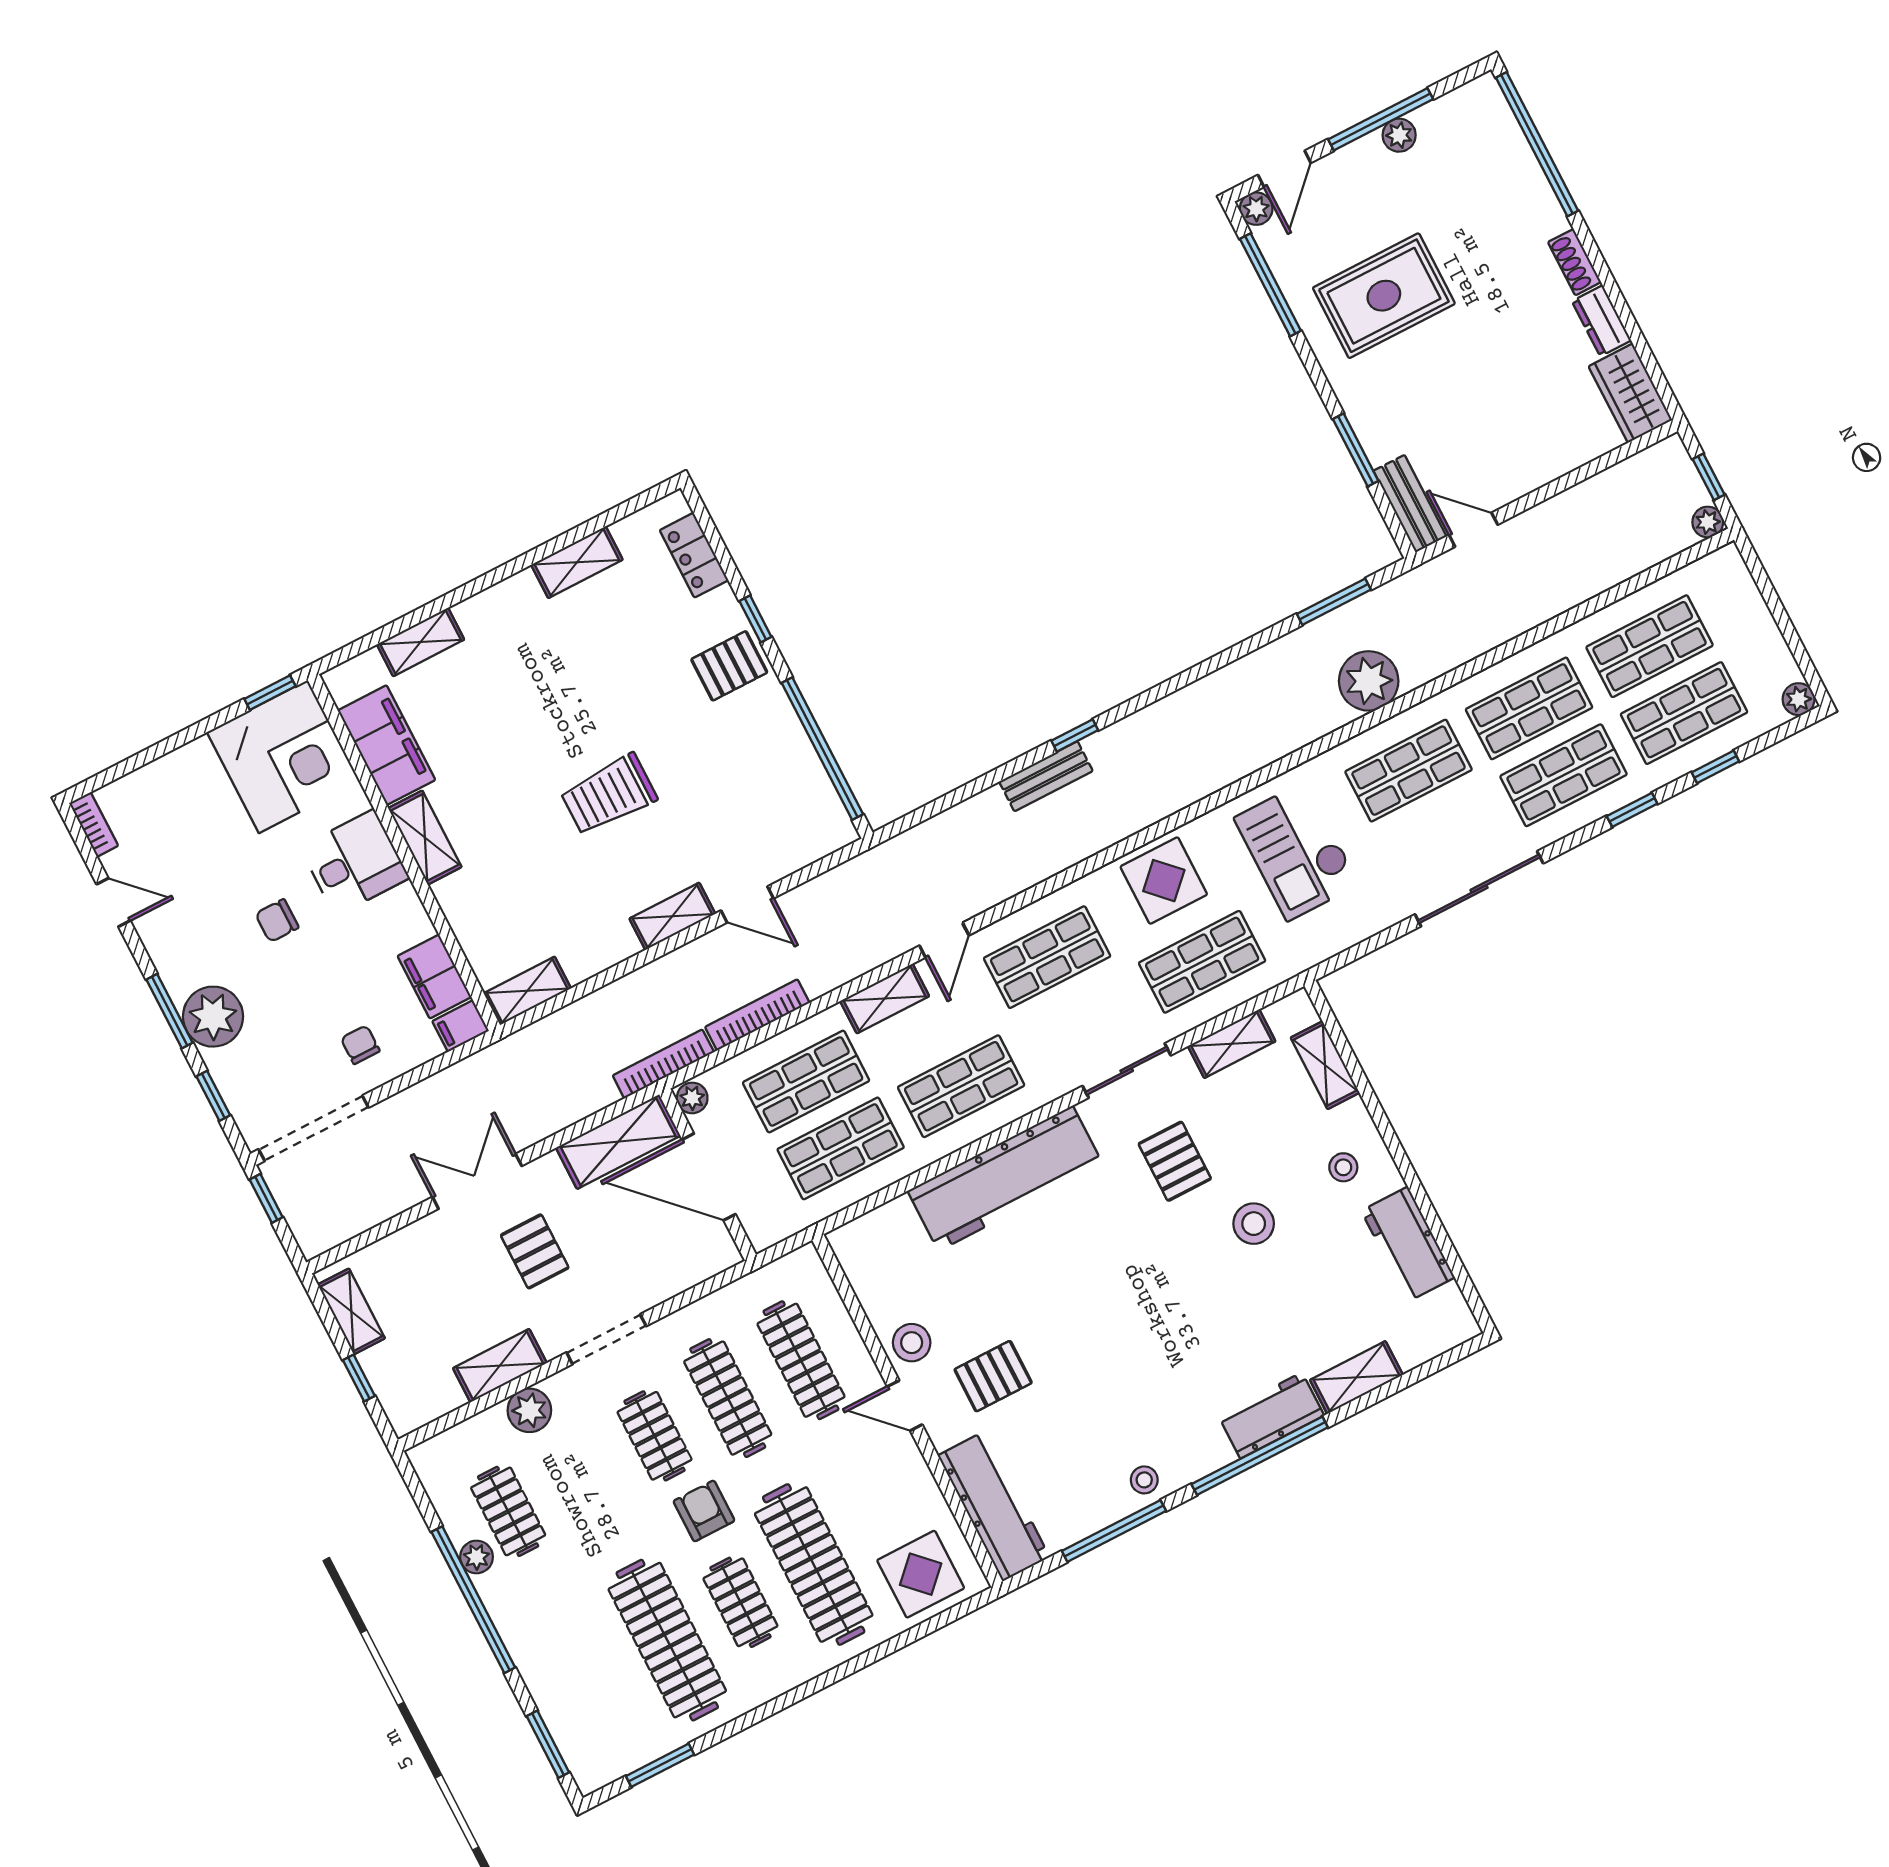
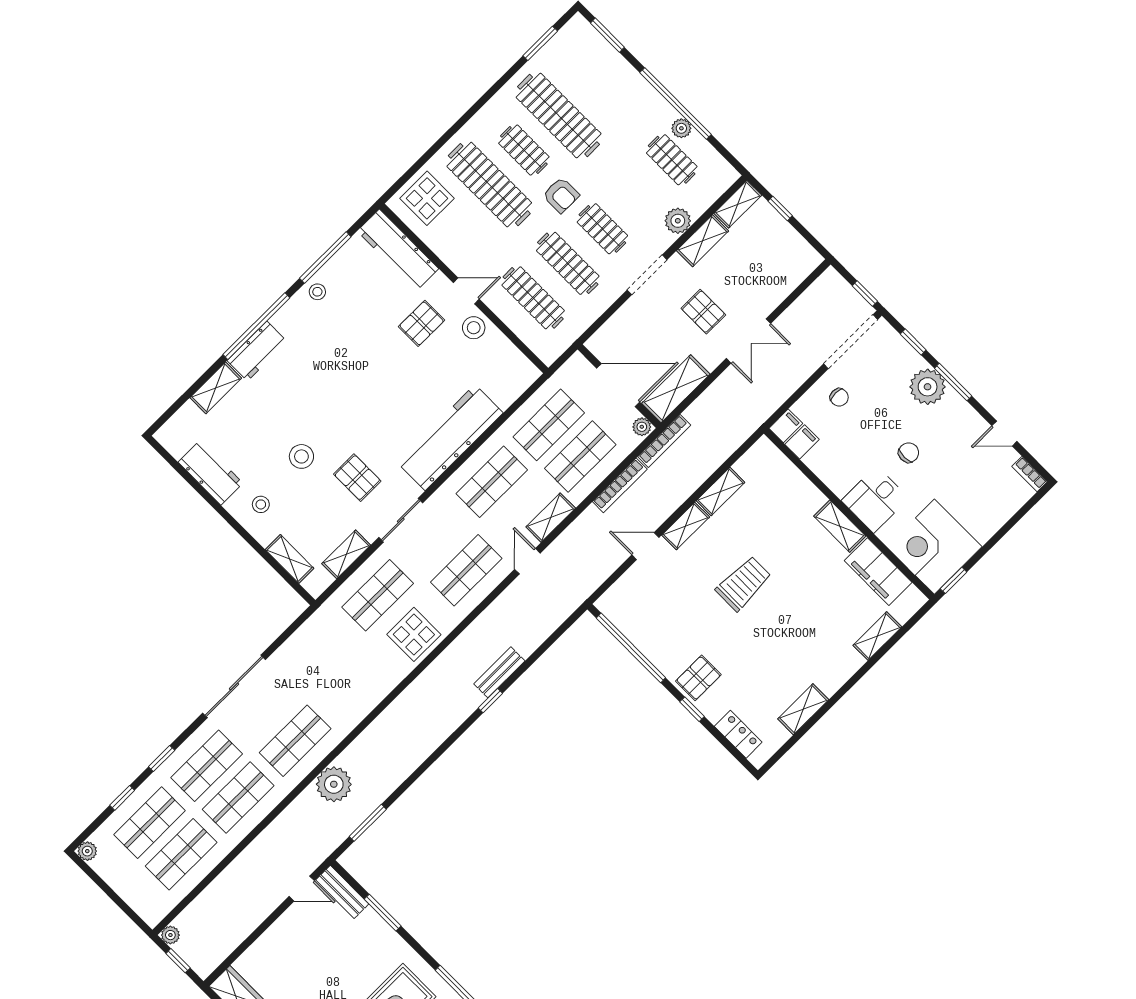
checkout: (1297, 851) -> (344, 675), removed
filing cabinet: (434, 976) -> (802, 442), width x0.50
shelving: (527, 991) -> (721, 491), moved
shelving: (351, 1311) -> (738, 204), moved, turned 90

